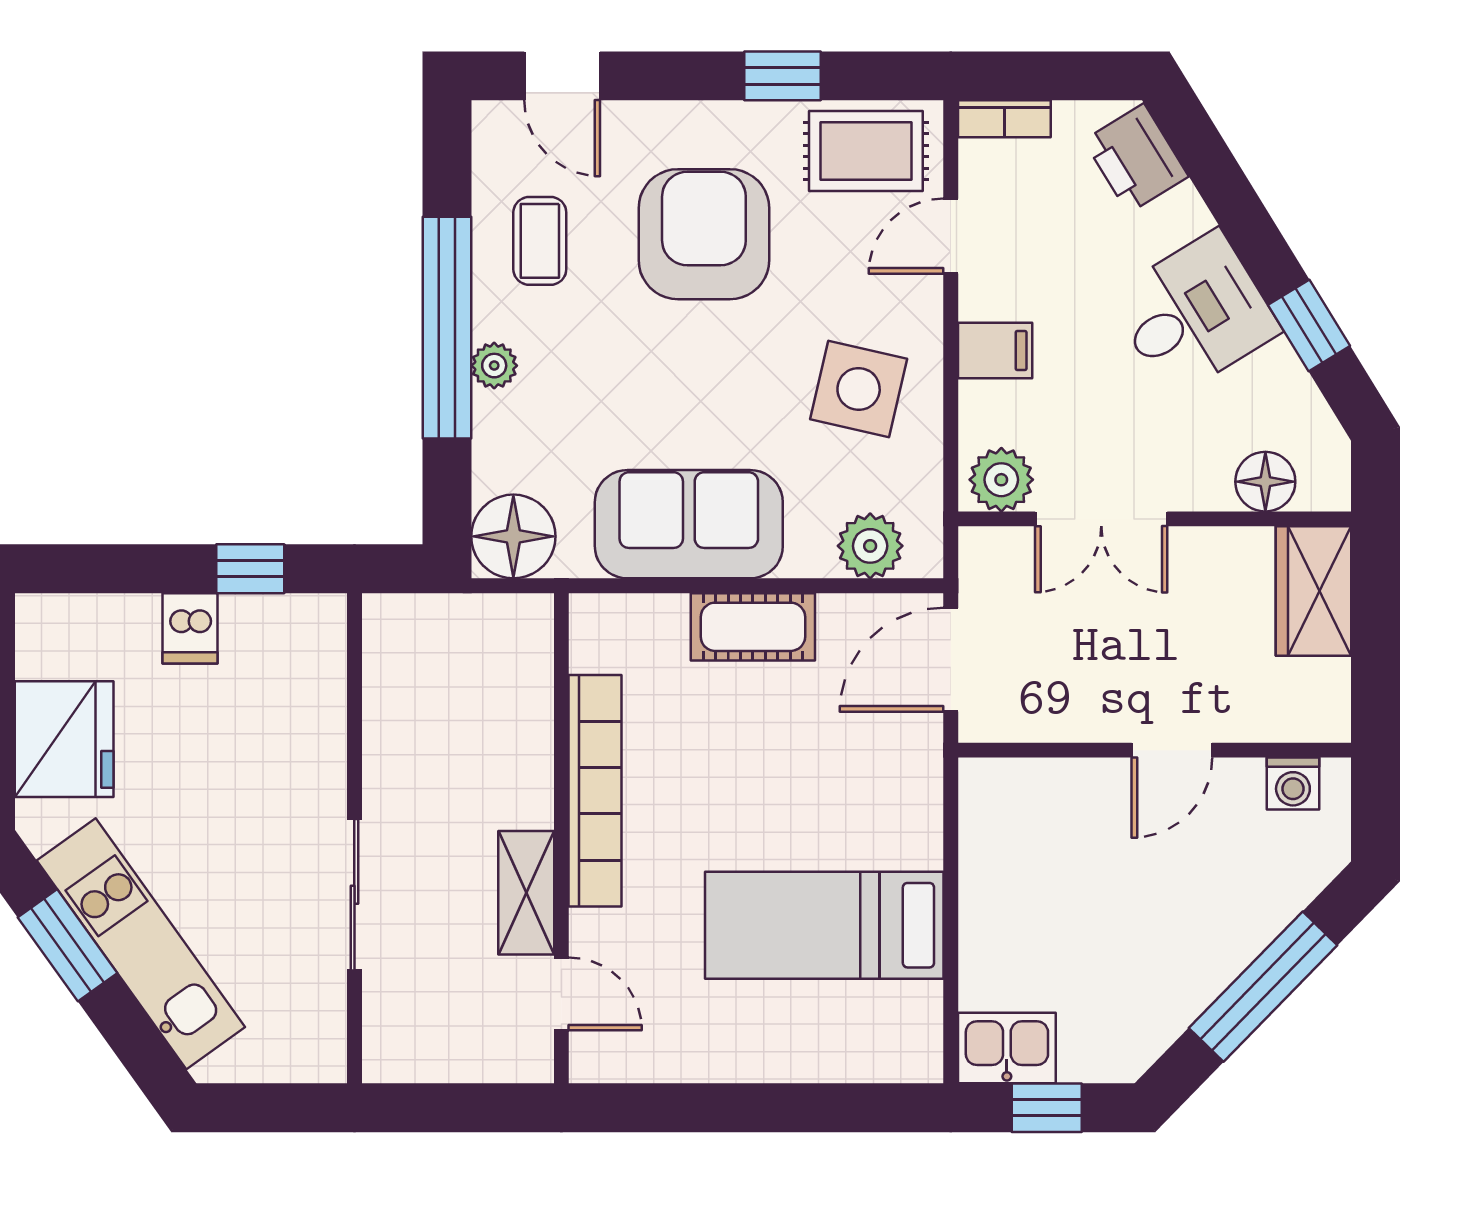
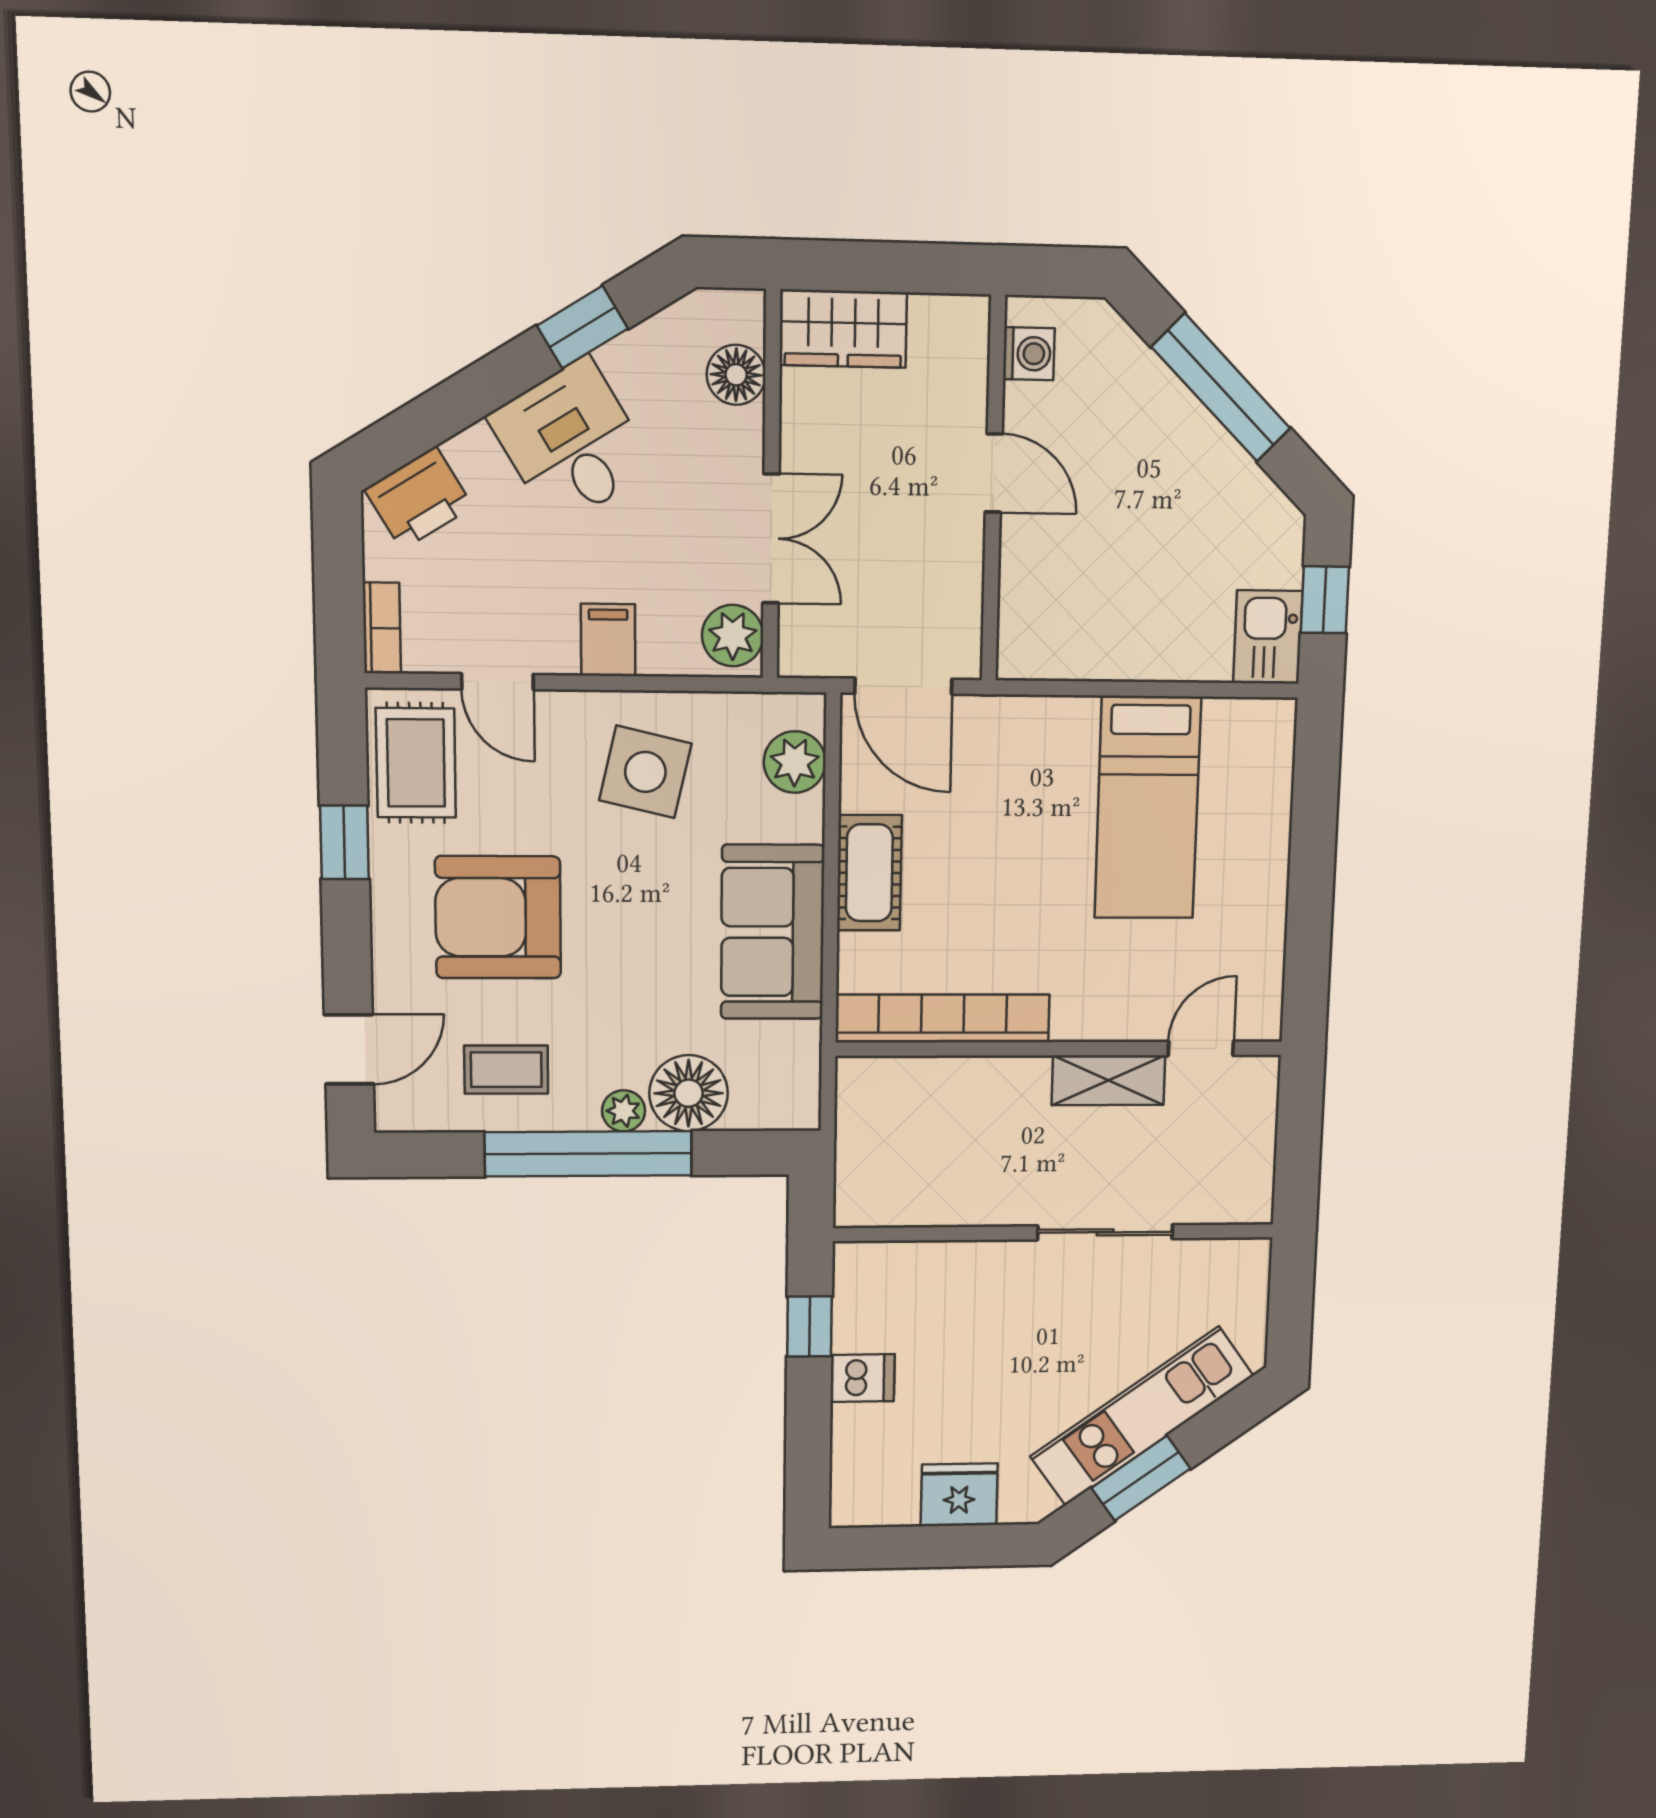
floor lamp: (513, 536) -> (689, 1093), moved
fridge: (64, 739) -> (959, 1495), width x0.73, depth x0.75
bookcase: (595, 791) -> (943, 1018), moved

